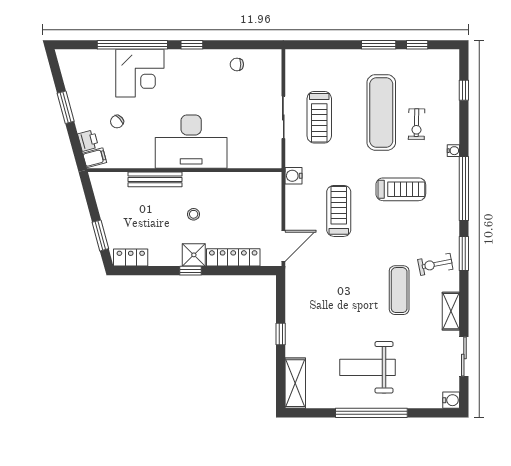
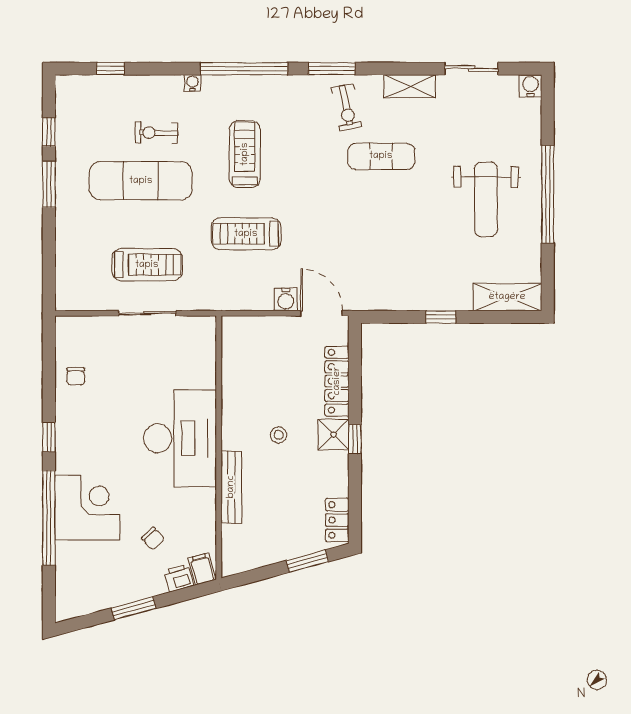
exercise bike: (417, 124) -> (157, 133), turned 180
water cooler: (294, 176) -> (286, 299), moved
treadmill: (339, 211) -> (246, 234), moved

